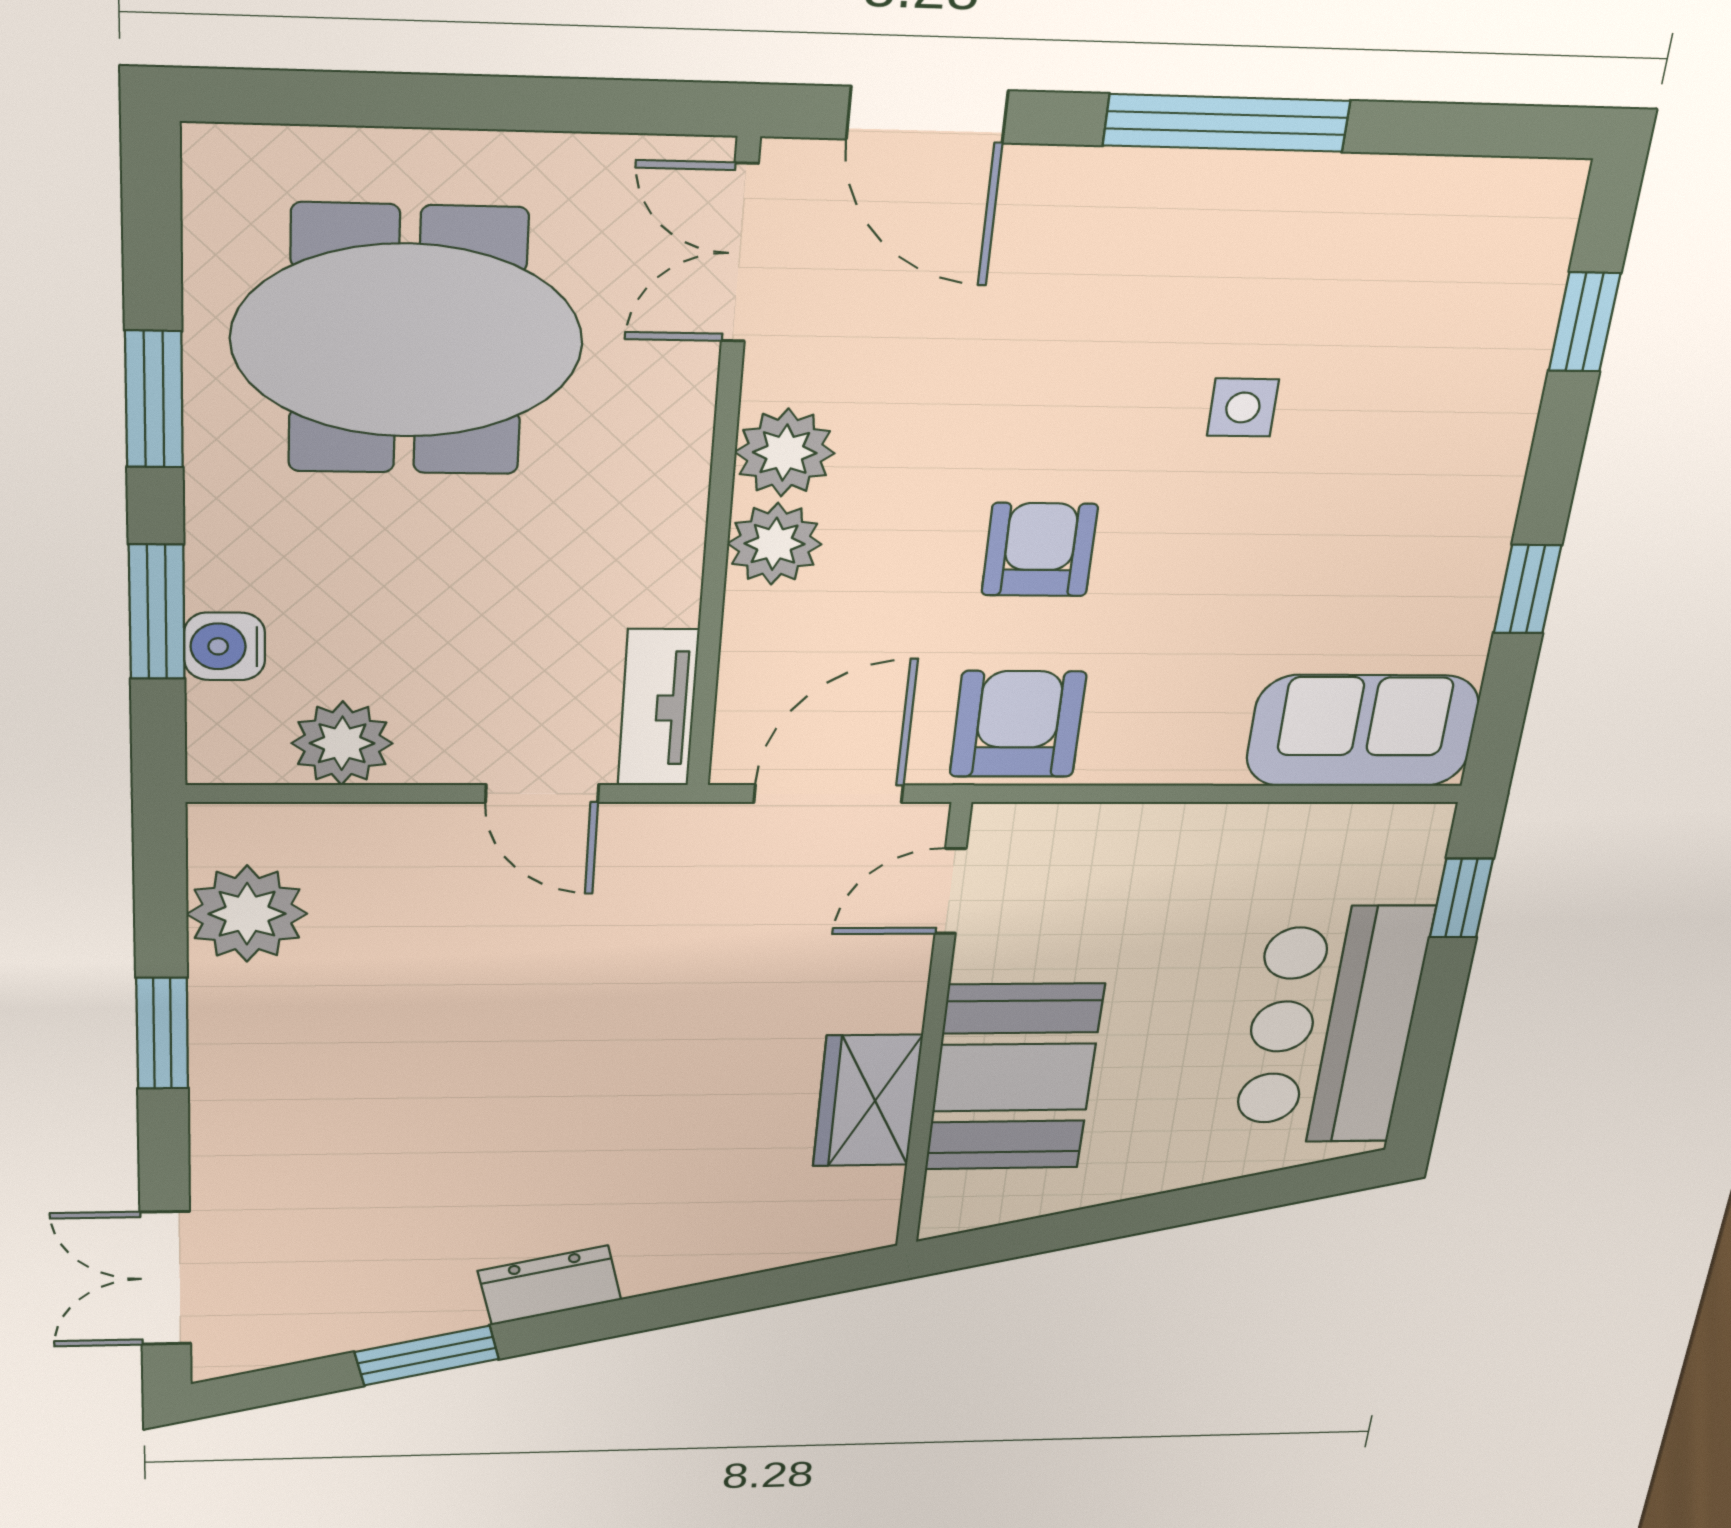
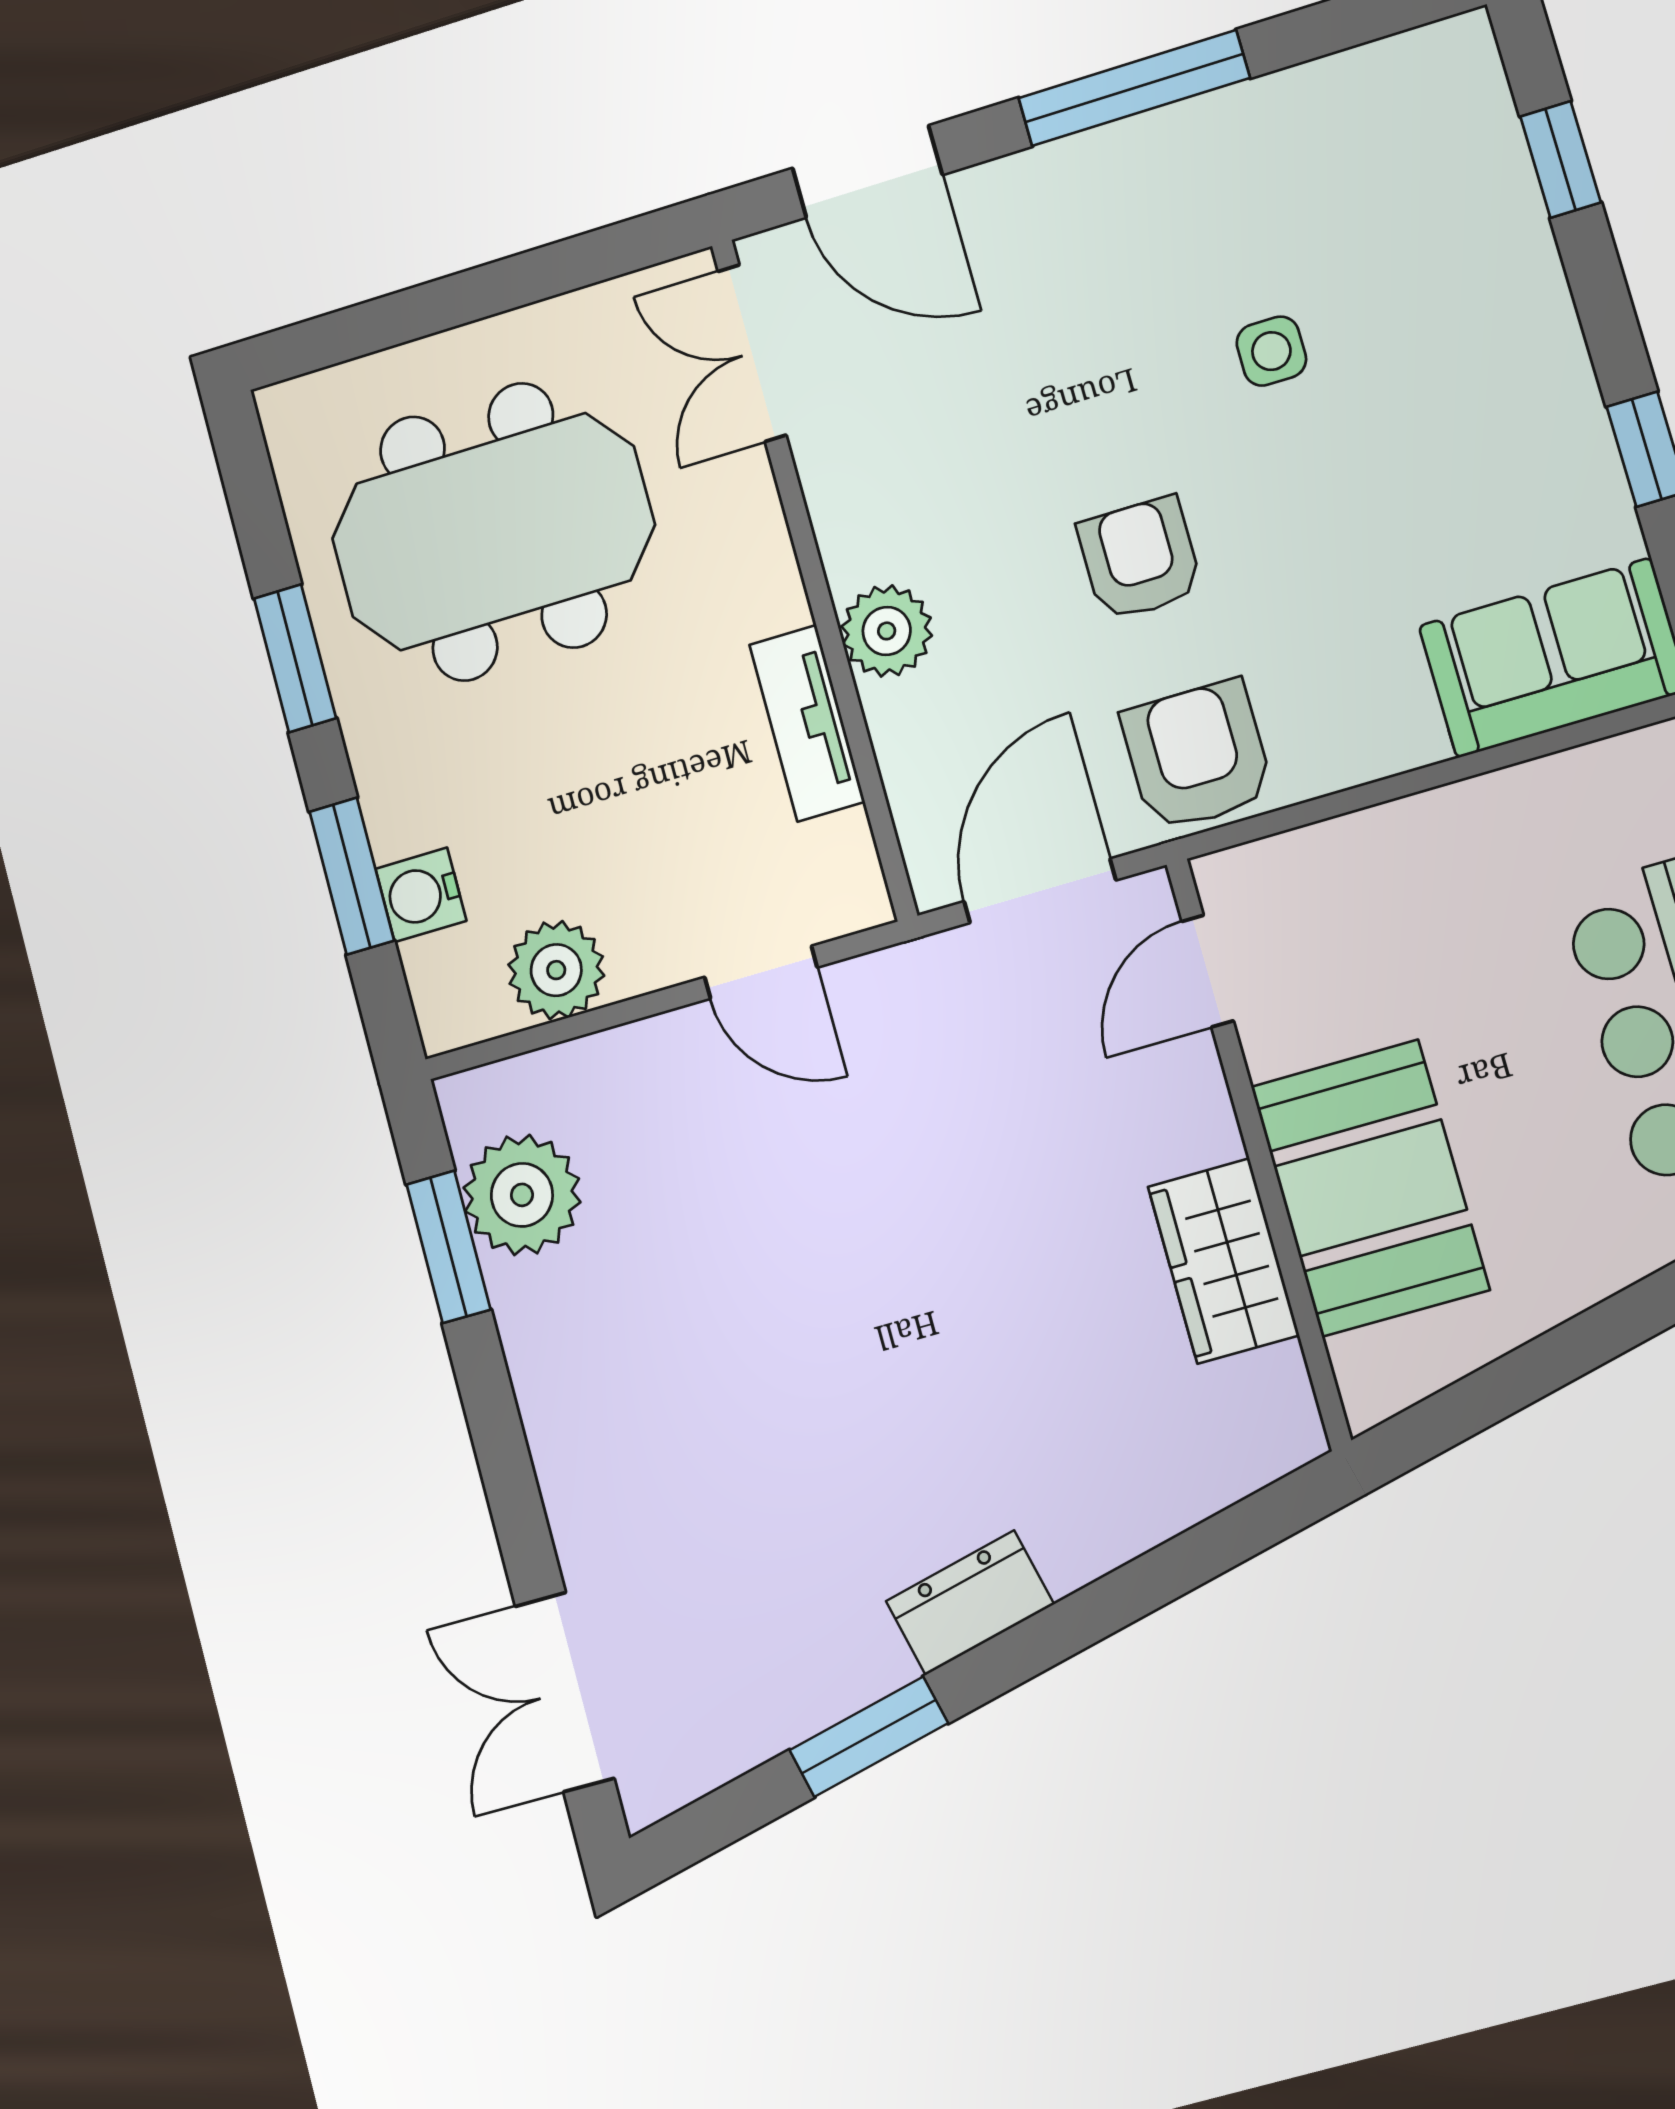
plant: (785, 453) -> (862, 534), removed
tv unit: (658, 708) -> (807, 723), moved
window: (162, 1034) -> (449, 1247), moved

